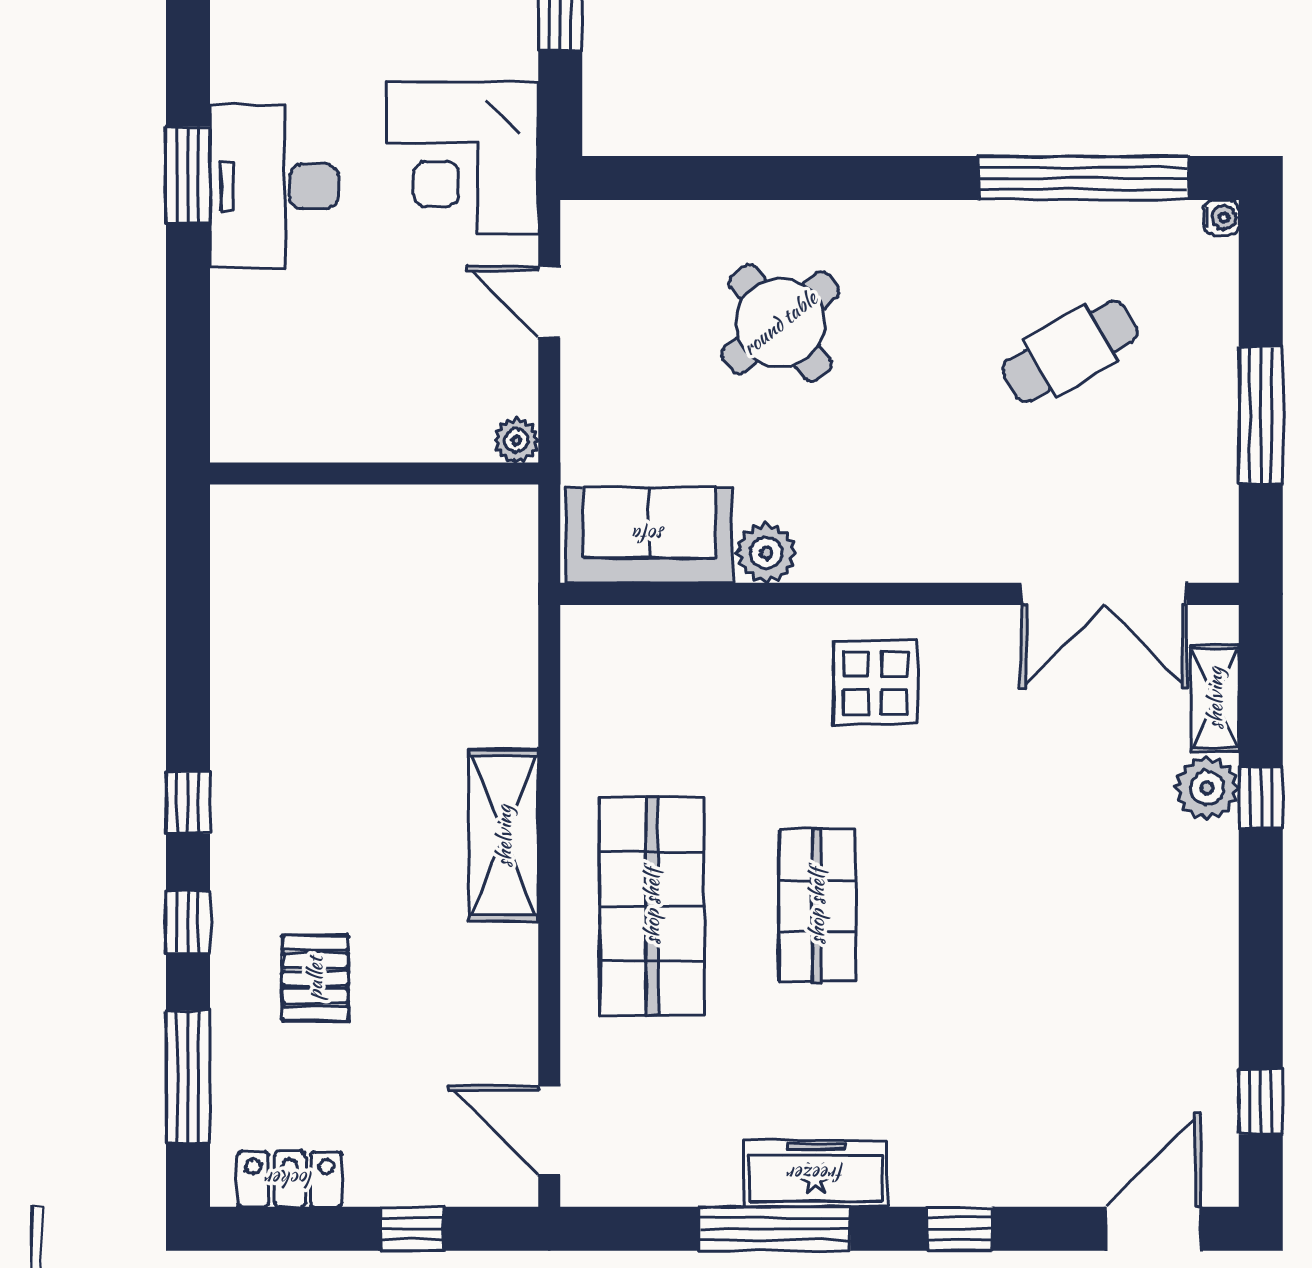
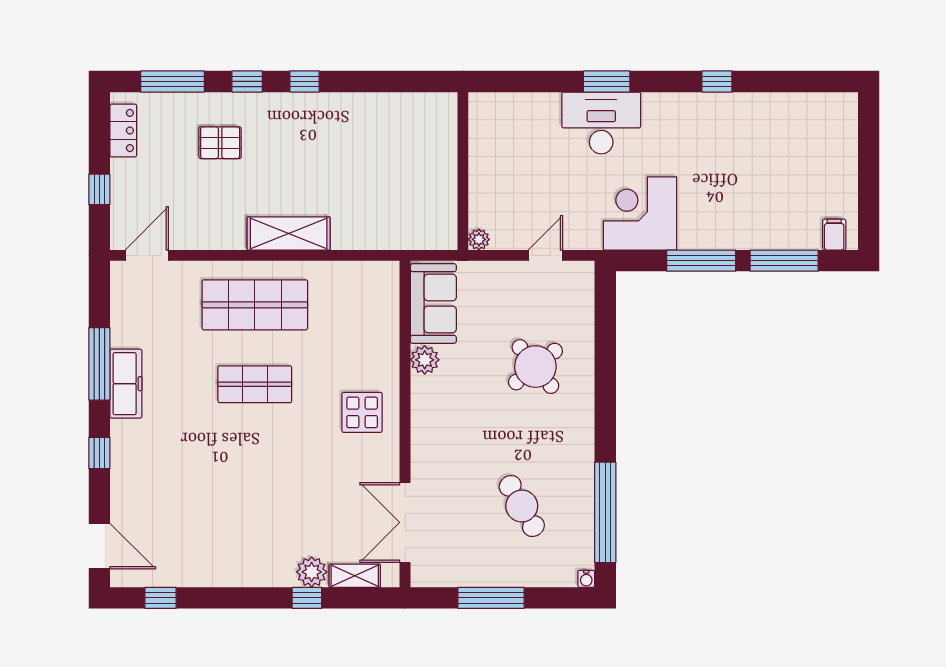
corner desk: (462, 158) -> (640, 213), moved

